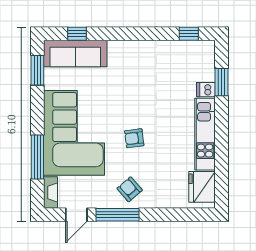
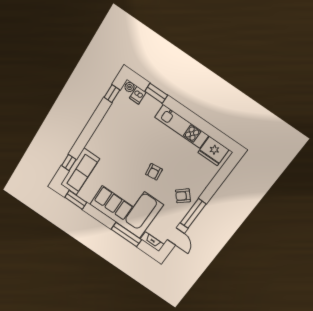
plant: (209, 49) -> (130, 87), added
dishwasher: (206, 90) -> (138, 95), moved

